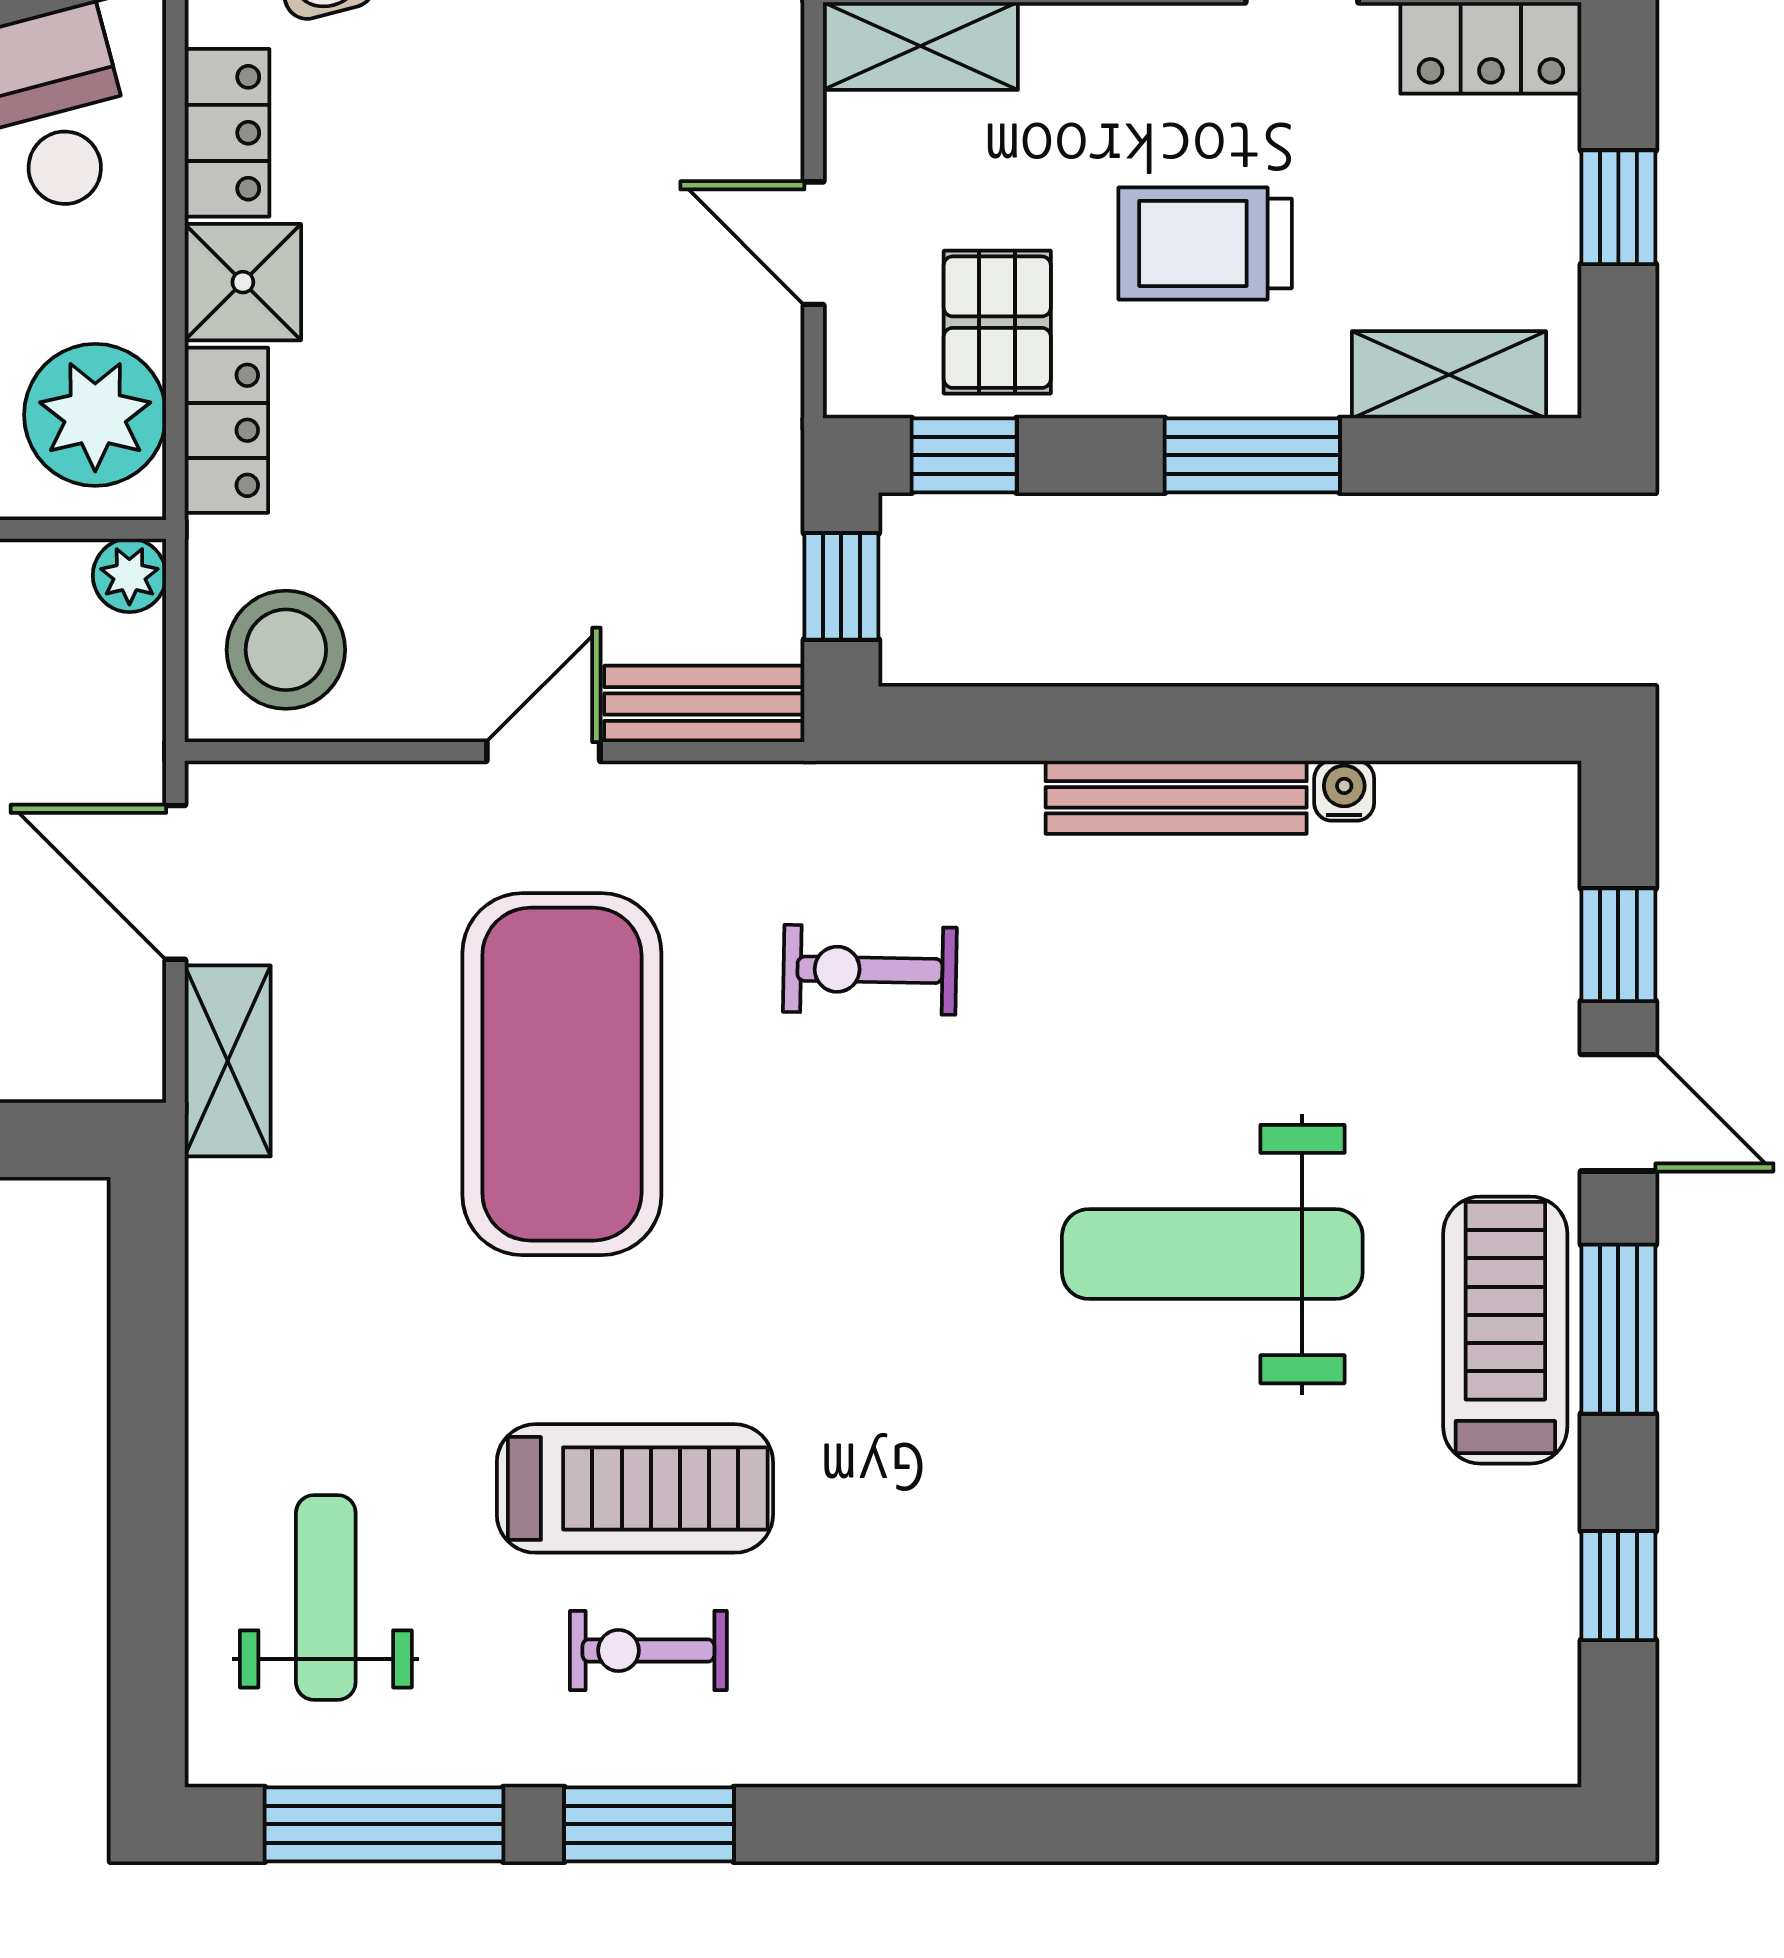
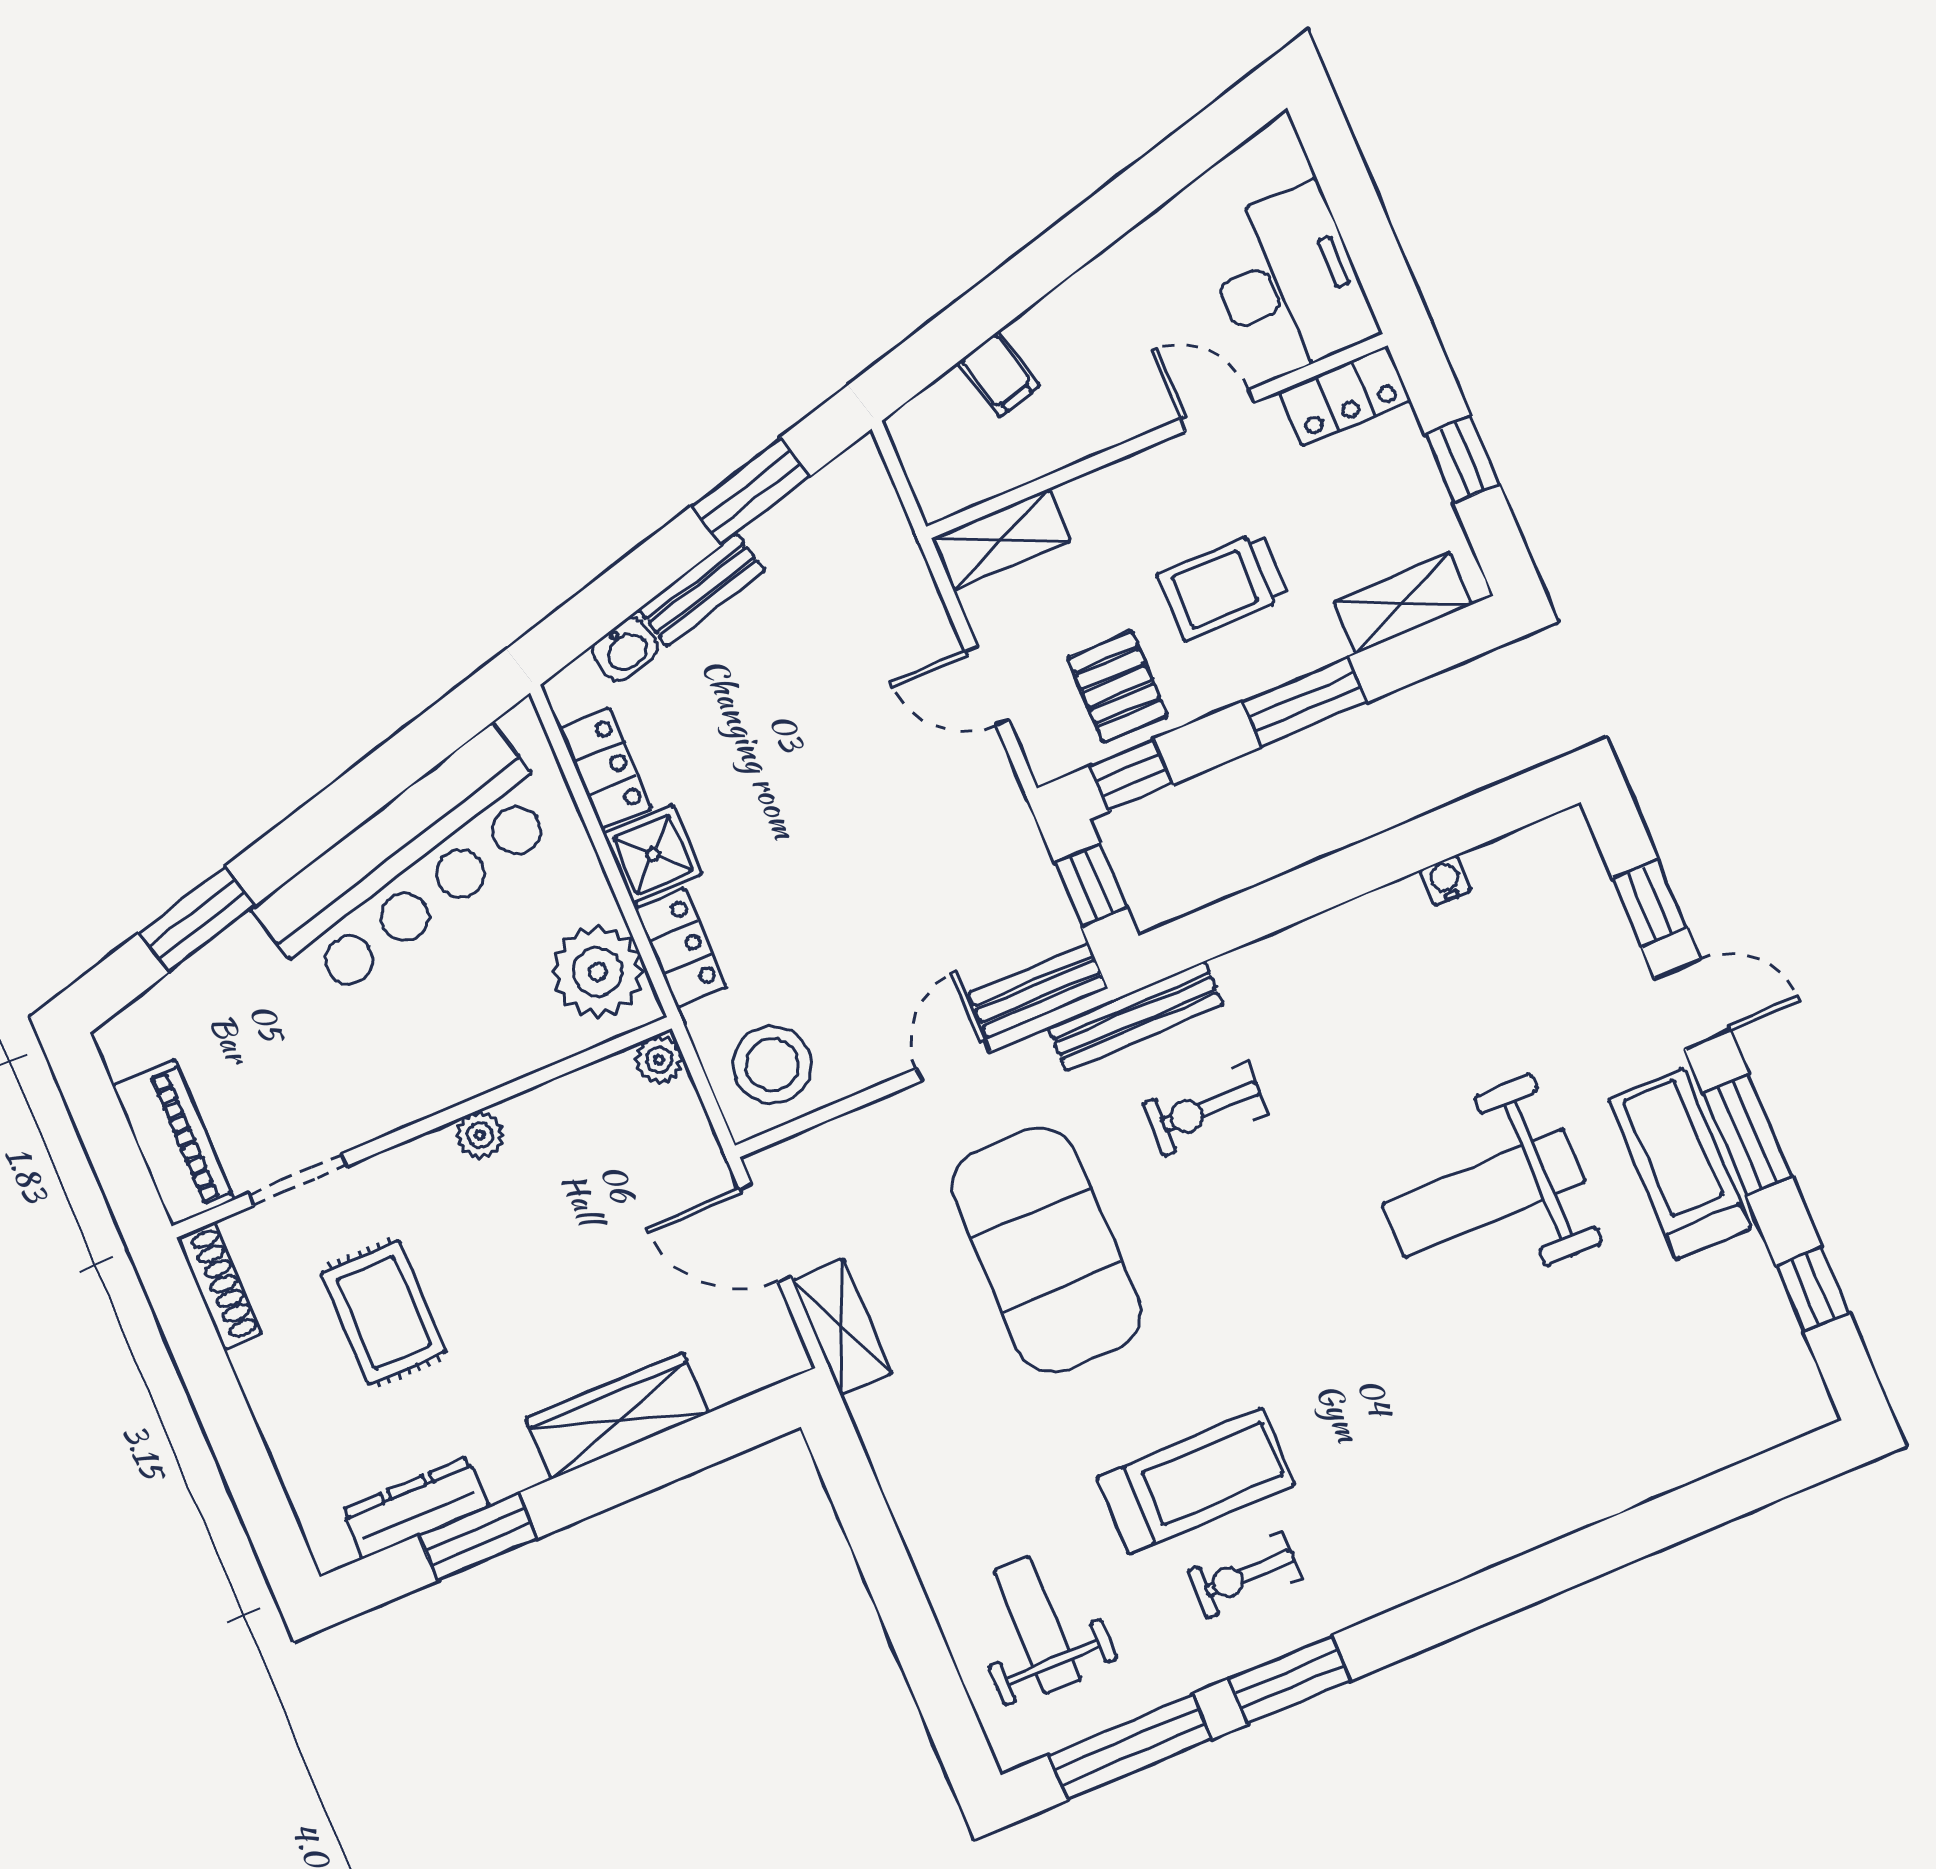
bench: (1176, 797) -> (1135, 1016), moved

